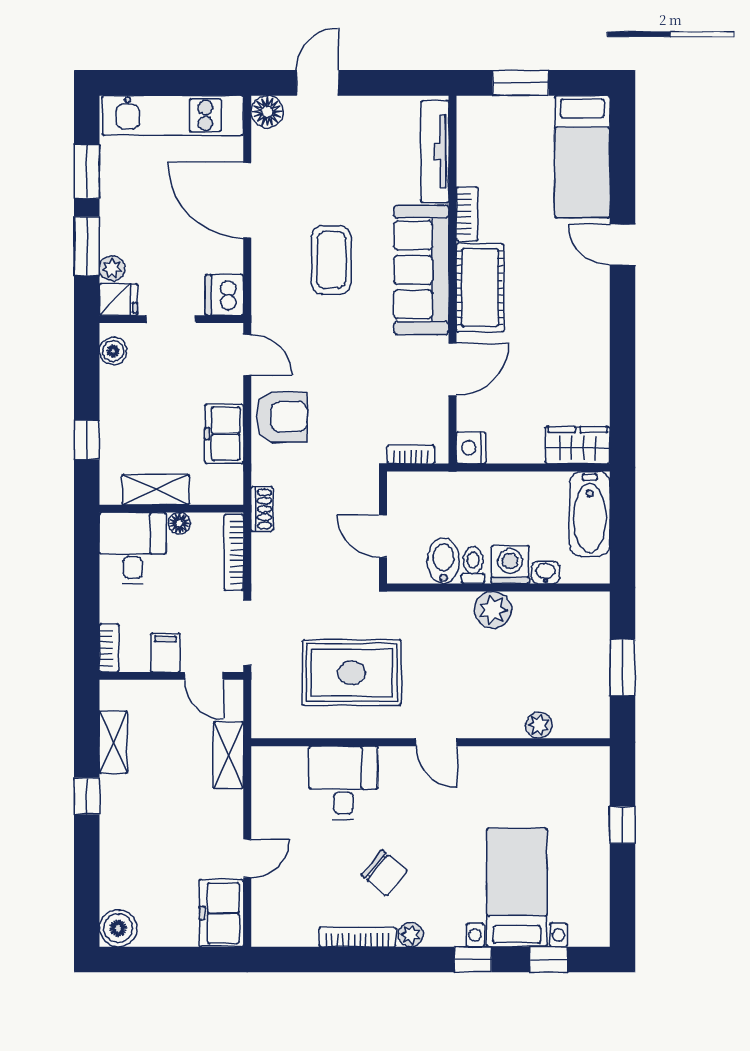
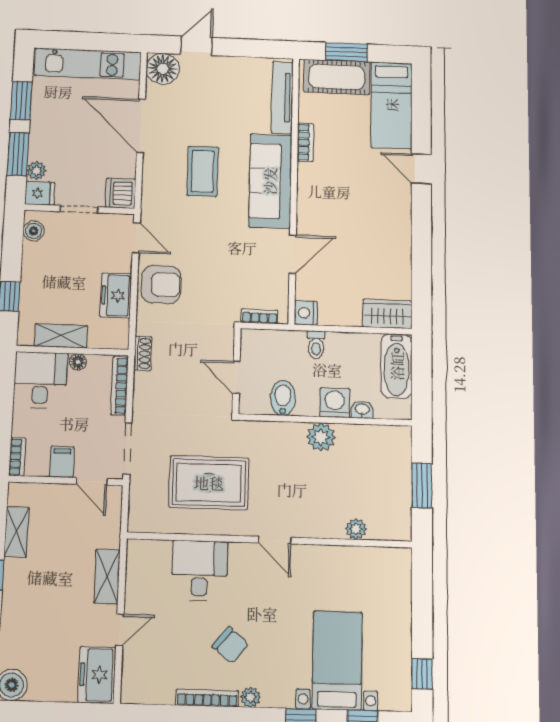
floor lamp: (267, 112) -> (163, 69), width x1.38, depth x1.38
cot: (480, 288) -> (337, 77), moved, turned 90
toilet: (473, 565) -> (316, 345), moved, turned 180
shelving: (228, 755) -> (107, 576), moved
window: (622, 825) -> (422, 674), moved

